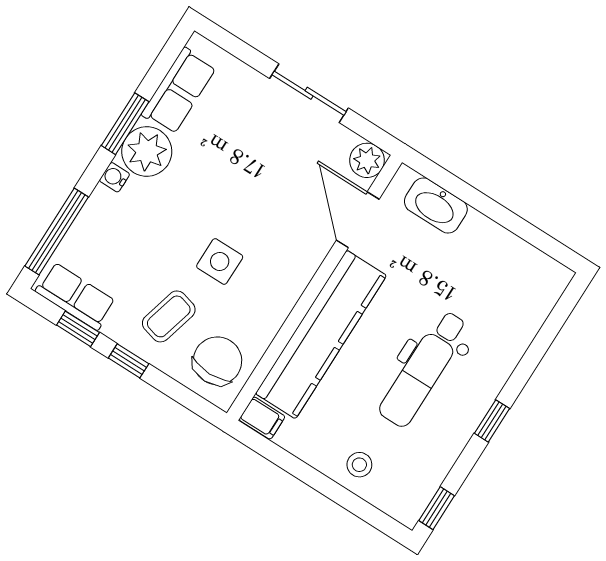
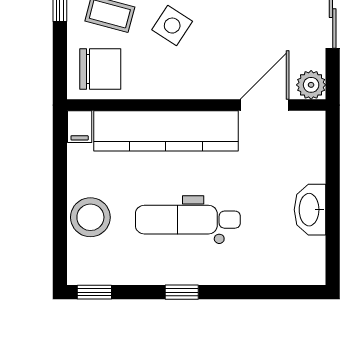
washbasin: (436, 205) -> (310, 210), moved
side table: (220, 261) -> (172, 26), turned 33
stool: (359, 465) -> (90, 217), width x1.89, depth x1.89

